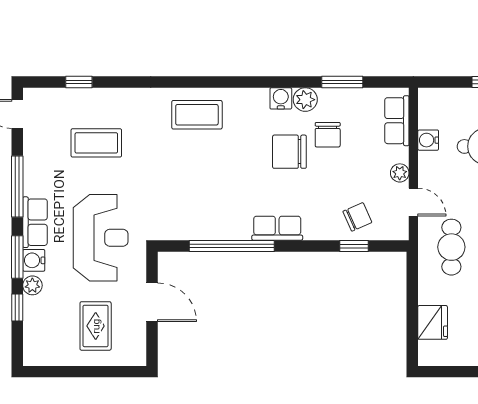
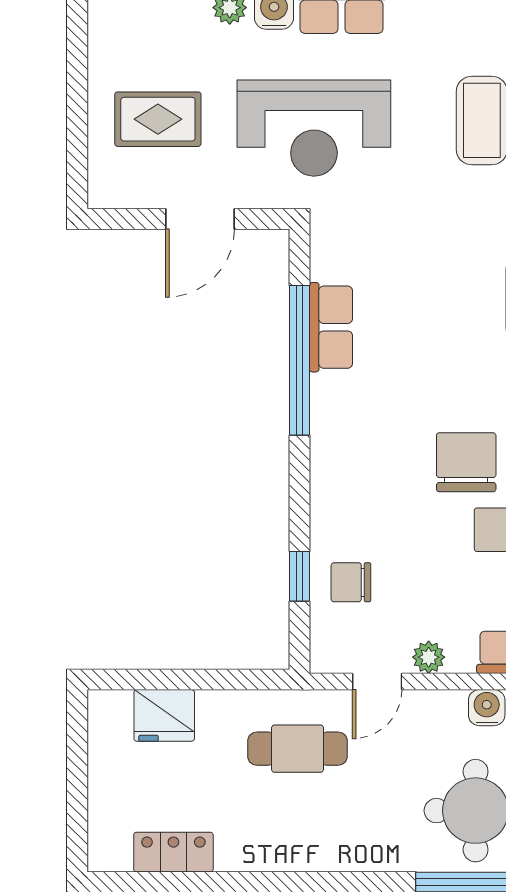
chair: (357, 217) -> (351, 582), turned 114
row of seats: (277, 228) -> (331, 327), moved

